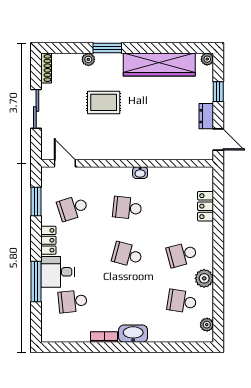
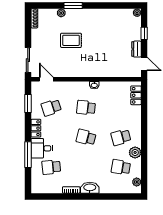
wardrobe: (159, 64) -> (106, 16), removed
sliding door: (36, 109) -> (28, 60), moved
locker: (206, 206) -> (136, 95), moved

